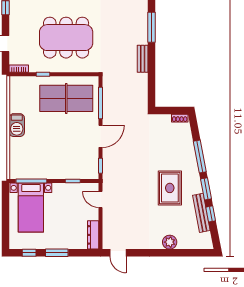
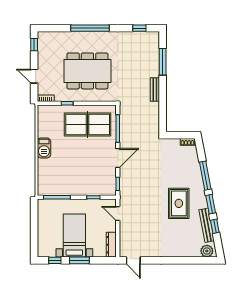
bed with nightstands: (31, 207) -> (74, 236), moved, turned 180
plant: (170, 242) -> (207, 251), moved

